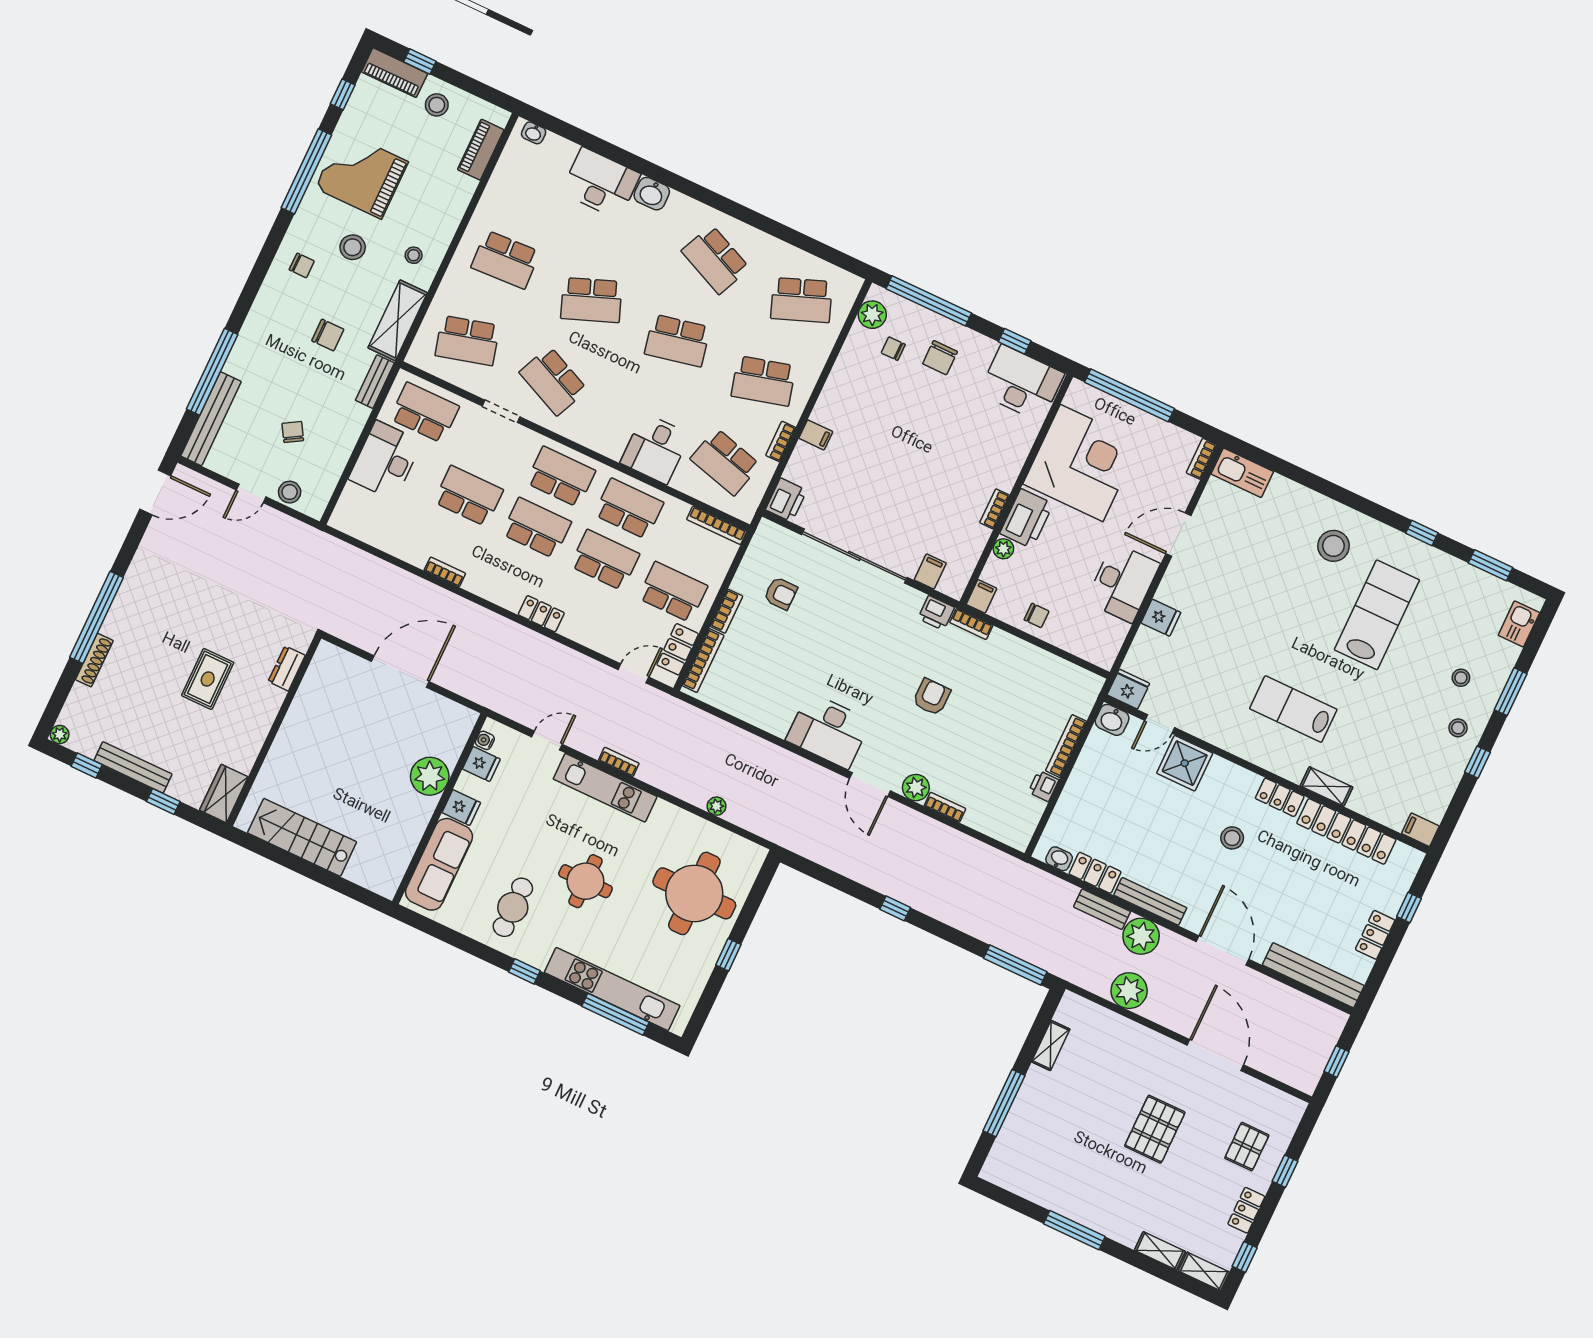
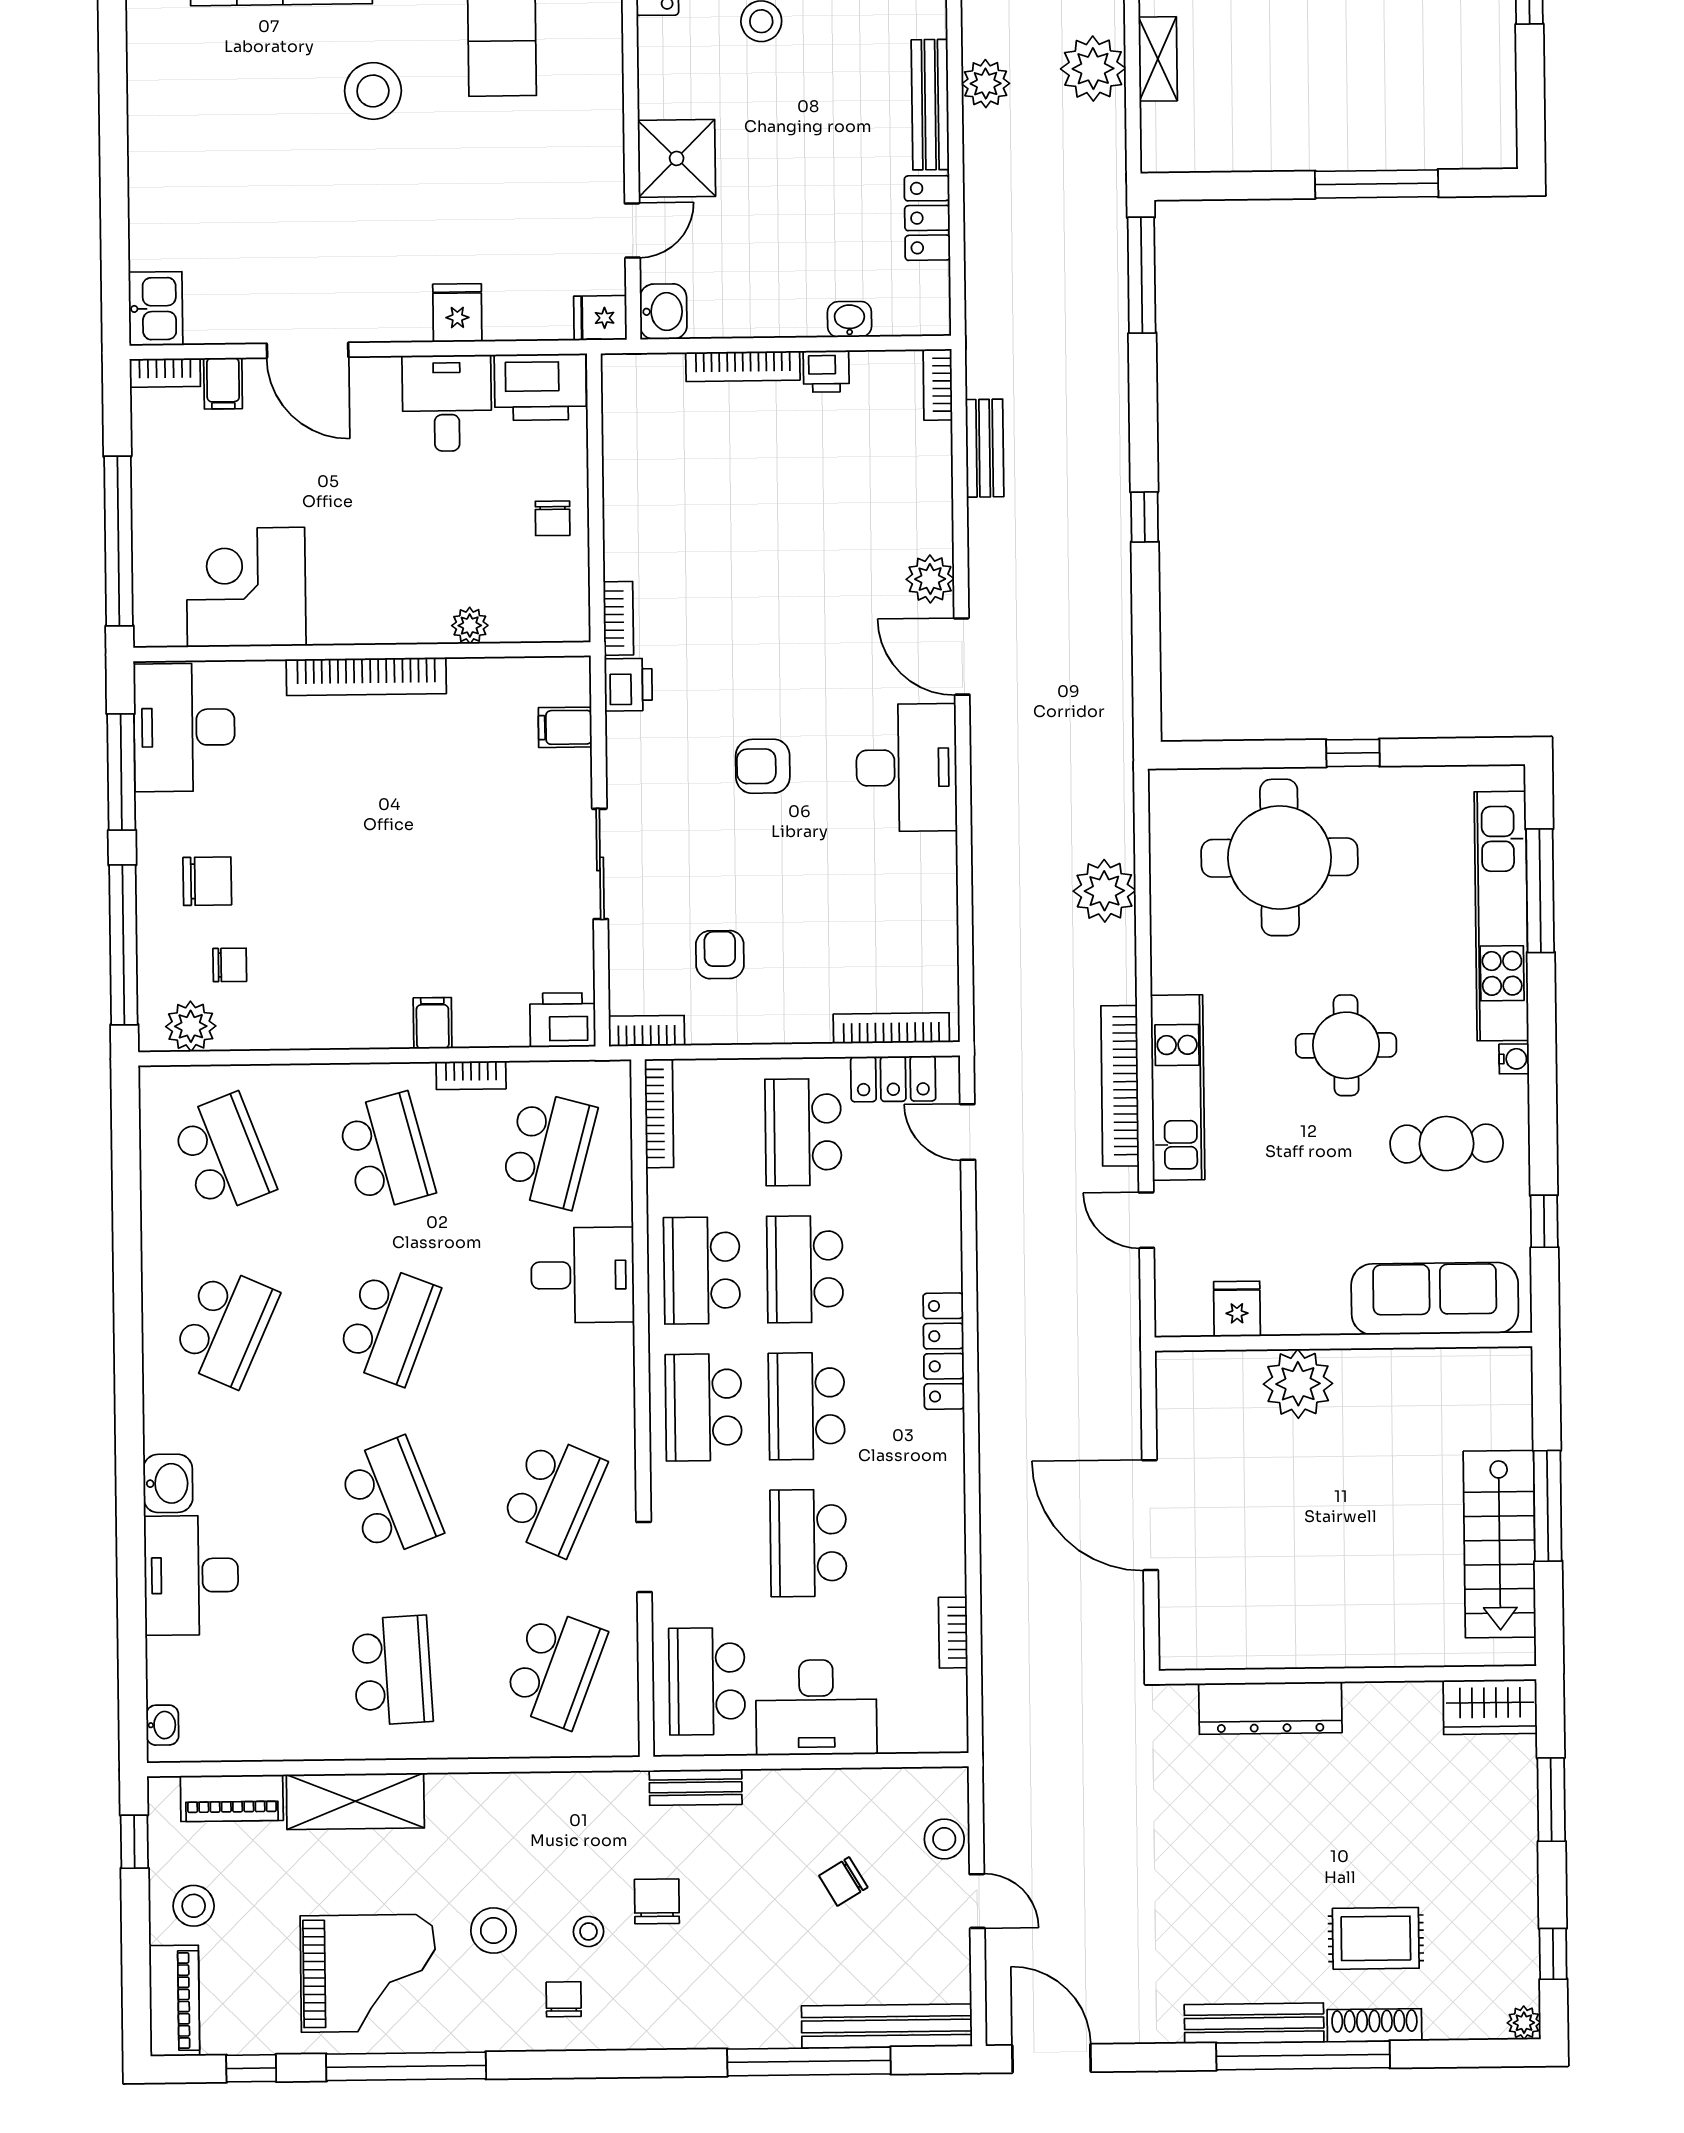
window: (420, 61) -> (134, 1842), moved
grand piano: (362, 175) -> (368, 1973), turned -90
stool: (414, 255) -> (588, 1931), moved
shelving: (398, 320) -> (355, 1801), moved
school desk: (467, 340) -> (555, 1669), turned 36
school desk: (677, 340) -> (388, 1325), turned 33
window: (1015, 341) -> (121, 772), width x2.17
chair: (893, 349) -> (230, 965), turned -90
corner desk: (1082, 463) -> (246, 587), width x0.74, depth x0.74
kitchen sink: (1242, 473) -> (156, 309), width x0.73
bookcase: (995, 509) -> (366, 676), width x2.31, depth x1.31
printer: (1027, 519) -> (540, 387), moved, turned 180
stool: (1333, 546) -> (373, 91), moved
sliding door: (854, 556) -> (600, 864), width x0.54
bookcase: (445, 572) -> (953, 1633), moved
desk: (1123, 583) -> (447, 403), width x0.73
filing cabinet: (981, 596) -> (223, 383), moved, turned -90
bookcase: (727, 611) -> (647, 1031), moved
locker: (541, 614) -> (944, 1351), width x1.53
chair: (1036, 615) -> (553, 518), turned 180
dresser: (287, 668) -> (1270, 1708), width x1.96, depth x1.24
rug: (208, 679) -> (1376, 1938), moved
fridge: (1128, 689) -> (600, 318), width x0.72
armchair: (932, 697) -> (763, 766), moved
door: (1160, 724) -> (632, 230), hinge flipped
water cooler: (485, 740) -> (1514, 1059), moved, turned -90
bookcase: (619, 762) -> (1120, 1086), width x2.31, depth x1.31
bench: (133, 767) -> (1254, 2023), moved, turned 90
door: (870, 785) -> (962, 657), swing flipped
window: (163, 802) -> (1551, 1800), width x1.50
plant: (716, 806) -> (1104, 891), width x1.88, depth x1.88
bookcase: (945, 807) -> (938, 385), moved
fridge: (461, 808) -> (1324, 1307), removed
washbasin: (1059, 859) -> (850, 319), moved, turned 90
window: (309, 870) -> (1548, 1506), added
bench: (1102, 909) -> (985, 448), moved
plant: (1141, 936) -> (986, 84), width x0.73, depth x0.73
window: (524, 971) -> (1544, 1221), moved
shelving: (1051, 1045) -> (1158, 59), moved, turned 90

